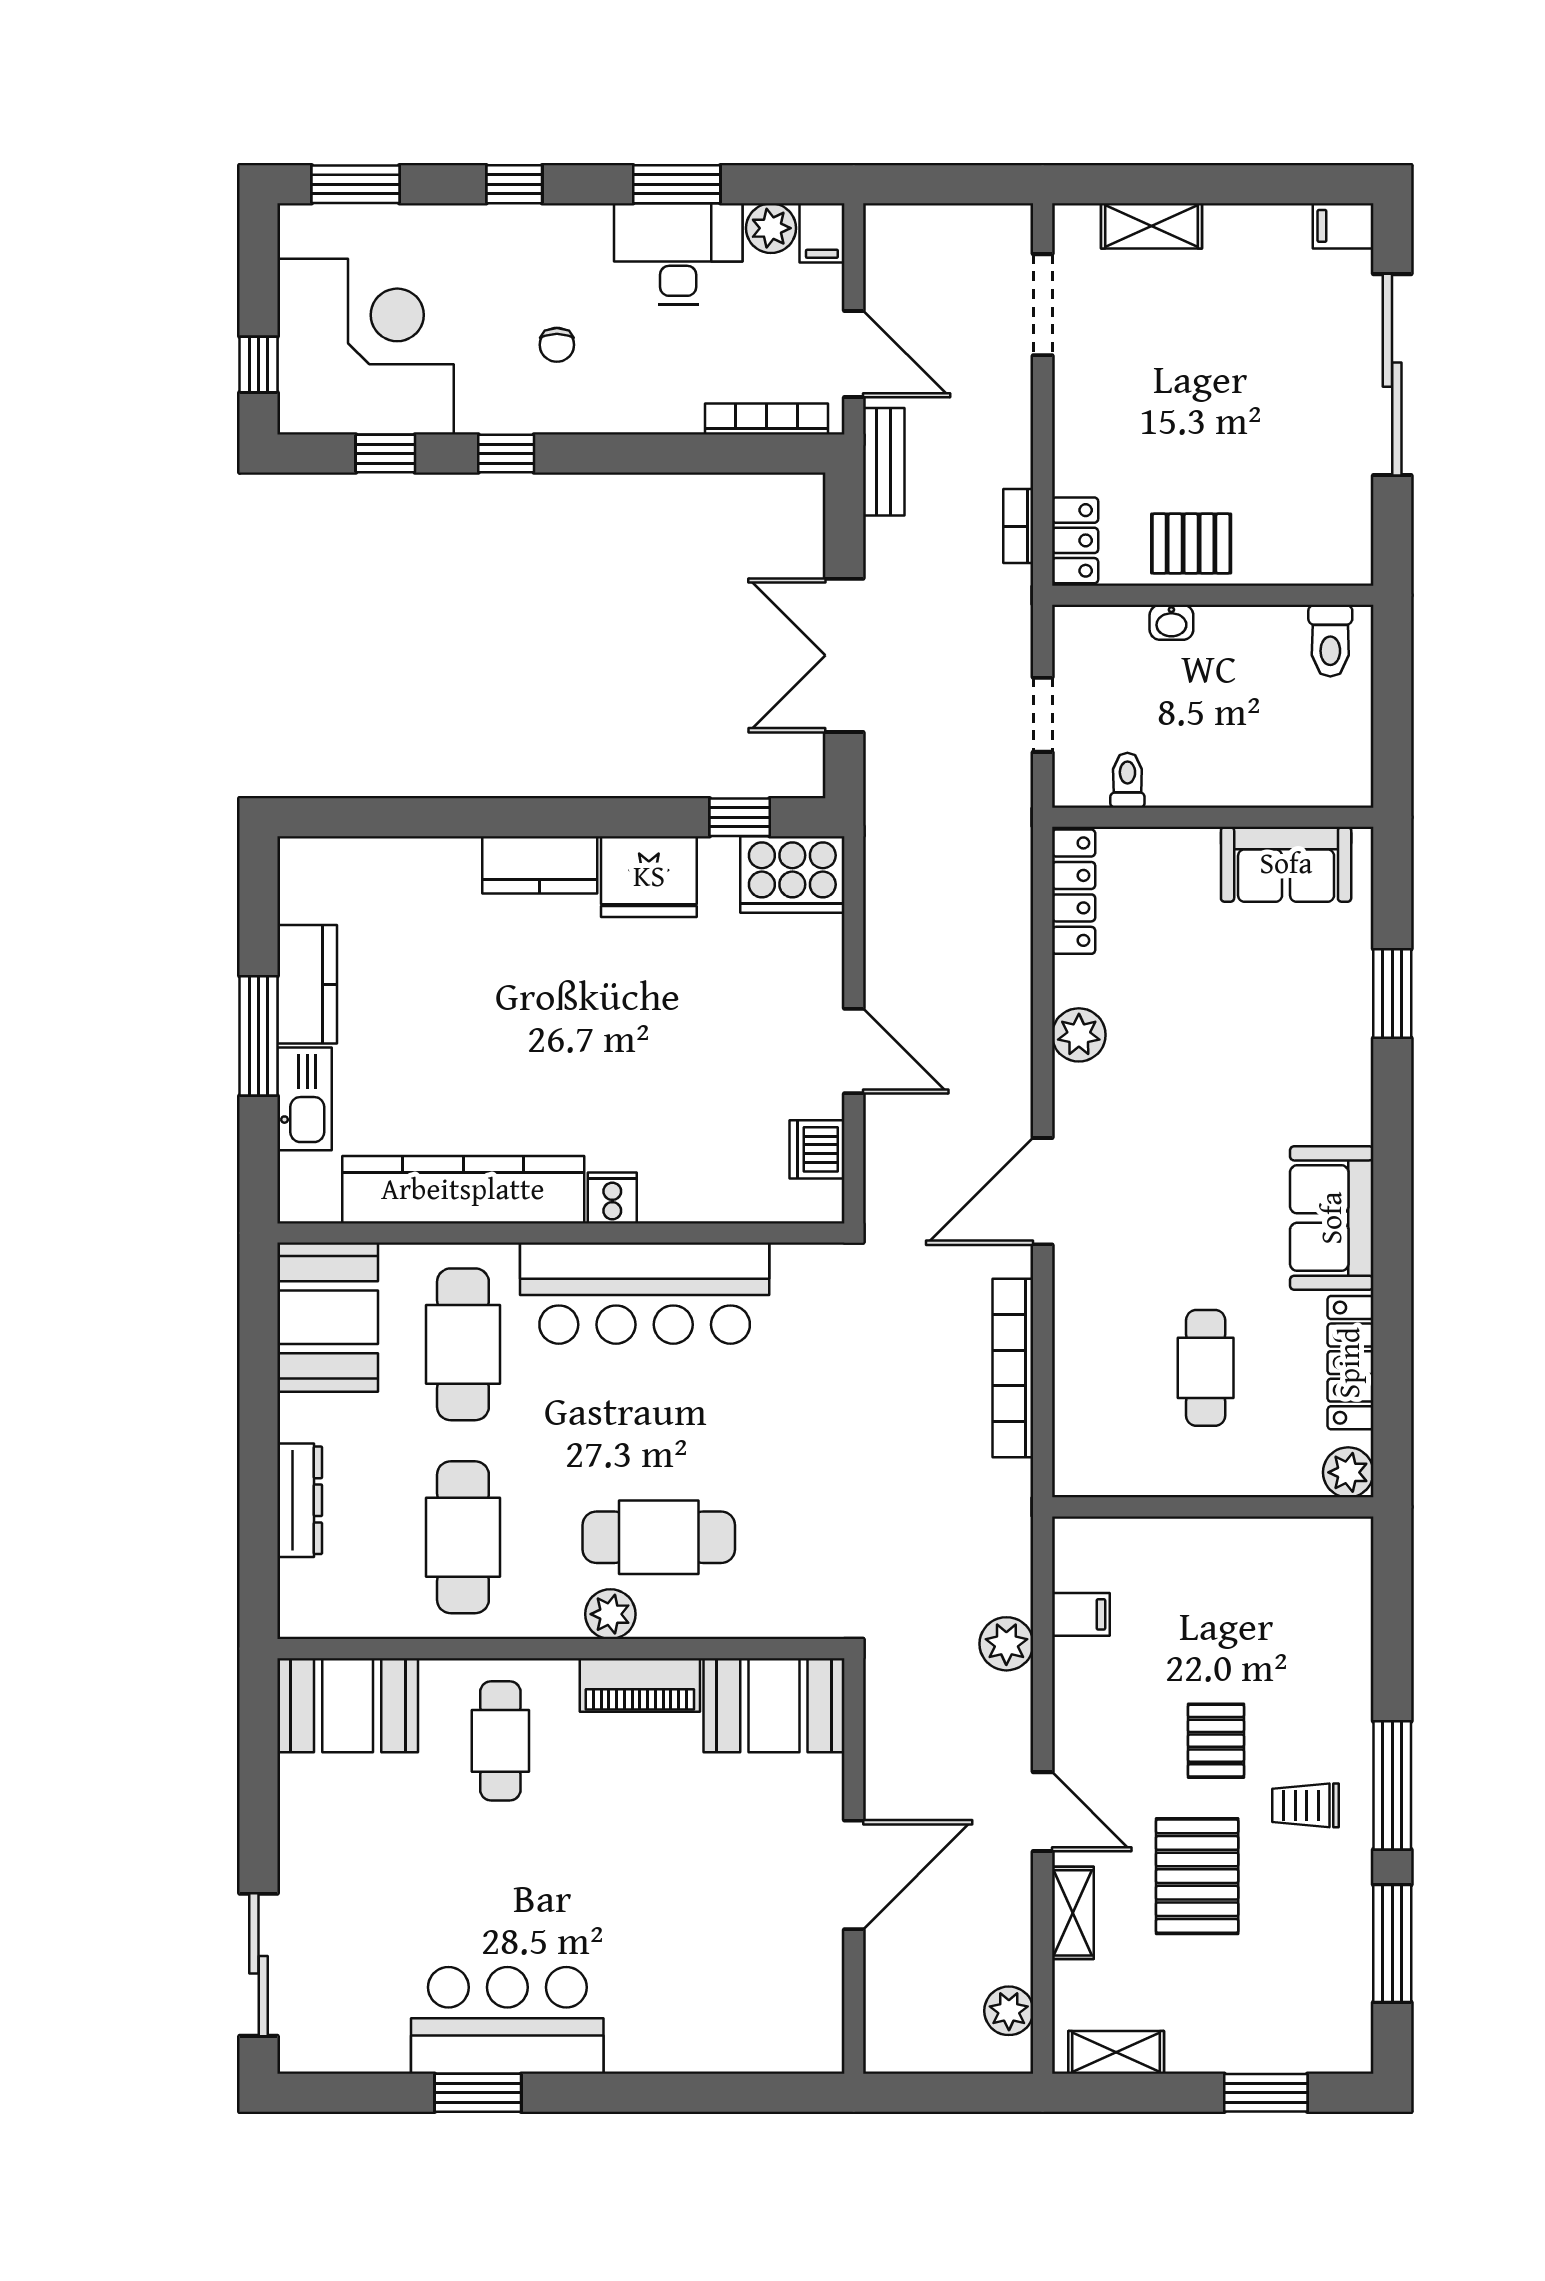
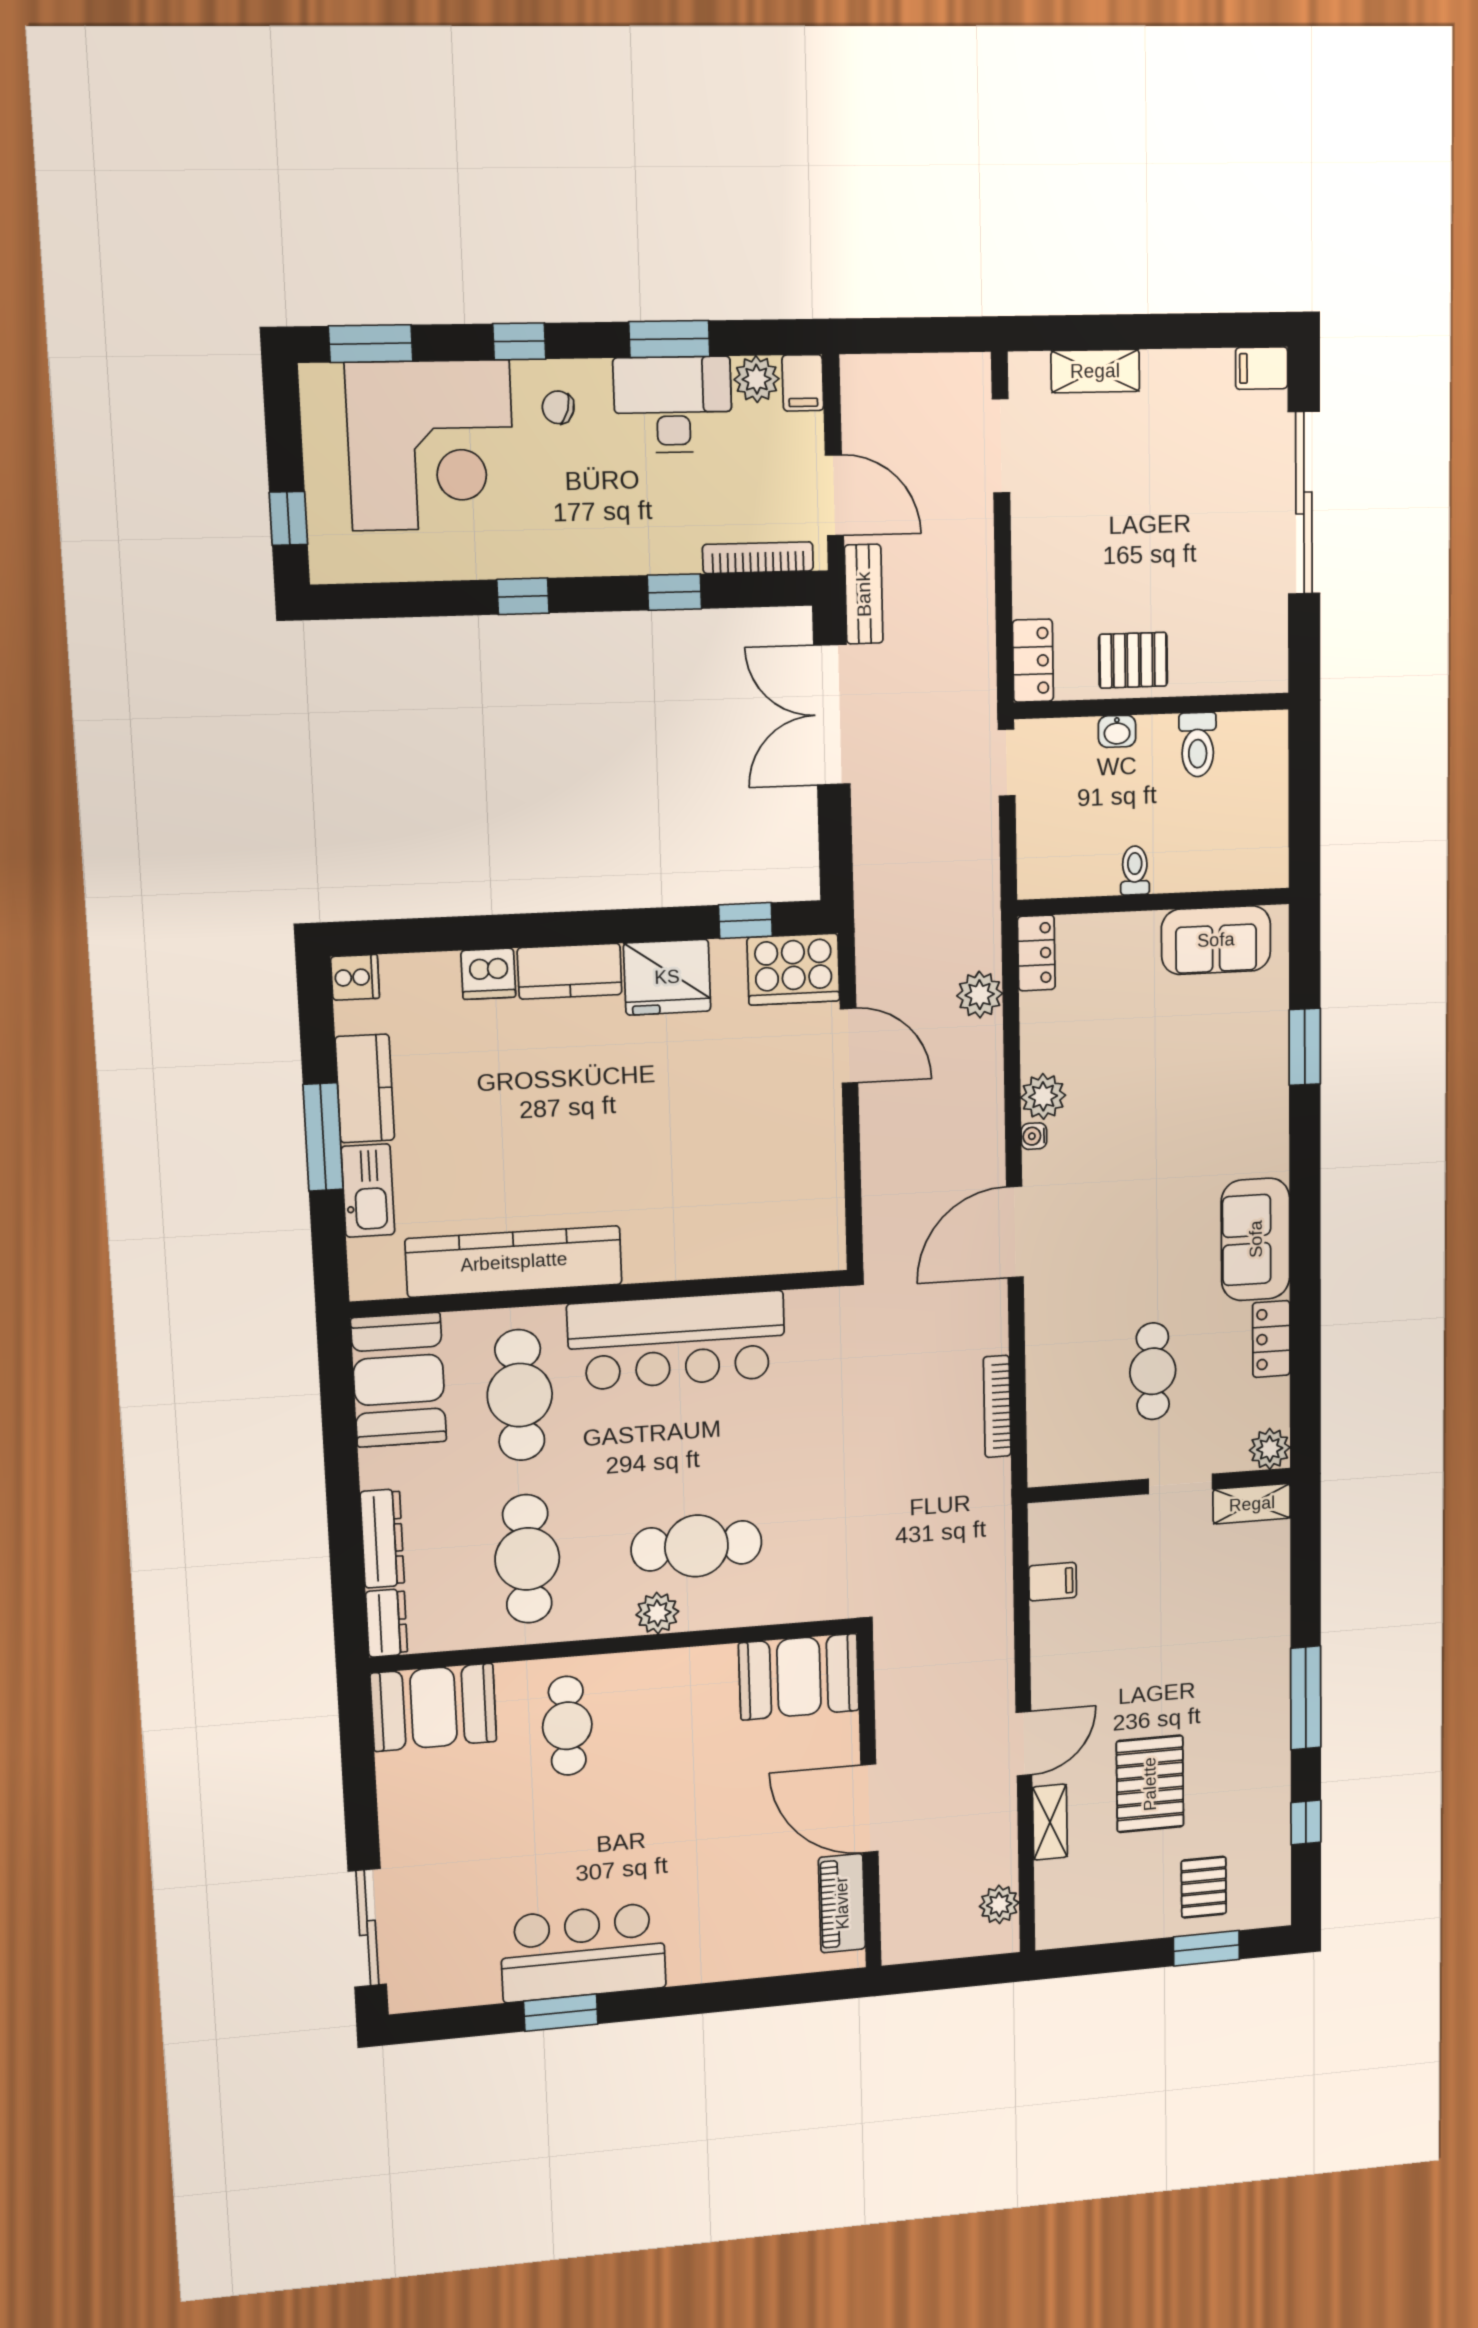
chair: (557, 345) -> (558, 407), moved, turned 106
corner desk: (366, 347) -> (431, 445), moved, turned 90
window: (385, 454) -> (674, 592), moved
bookcase: (1018, 526) -> (983, 649), removed
toilet: (1330, 641) -> (1198, 745), moved
double door: (844, 655) -> (832, 715), moved
doorway: (1043, 715) -> (1007, 763), moved
toilet: (1127, 780) -> (1135, 870), moved
locker: (1074, 892) -> (1036, 953), width x0.66
door: (854, 1051) -> (849, 1046), moved
water cooler: (1067, 1080) -> (1034, 1136), added
dishwasher: (817, 1149) -> (488, 974), moved, turned -90
cooker: (612, 1198) -> (355, 977), moved, turned 90
locker: (1350, 1363) -> (1271, 1339), width x0.66
bookcase: (1013, 1368) -> (997, 1406), width x0.68, depth x0.76
doorway: (1238, 1507) -> (1180, 1484), added
dresser: (299, 1600) -> (387, 1623), added
plant: (1006, 1644) -> (980, 995), moved
piano: (640, 1685) -> (842, 1903), moved, turned 90
pallet: (1216, 1741) -> (1204, 1887), moved
trolley: (1306, 1805) -> (1237, 1720), removed
door: (1043, 1812) -> (1024, 1744), hinge flipped
door: (854, 1875) -> (869, 1808), swing flipped
window: (1392, 1944) -> (1306, 1822), width x0.46
shelving: (1116, 2052) -> (1252, 1504), moved

